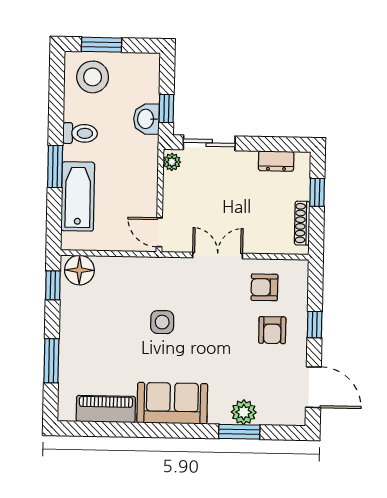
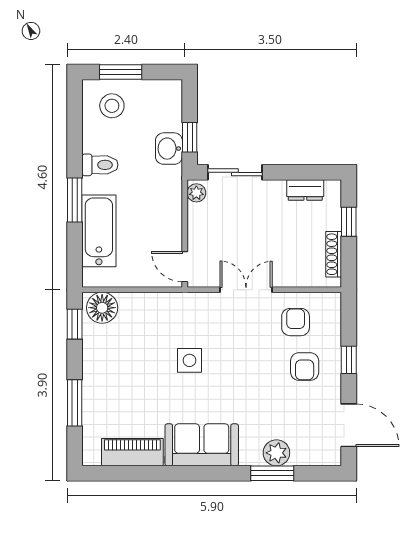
stool: (93, 77) -> (112, 106), width x0.73, depth x0.73
armchair: (264, 287) -> (296, 322), turned 90

